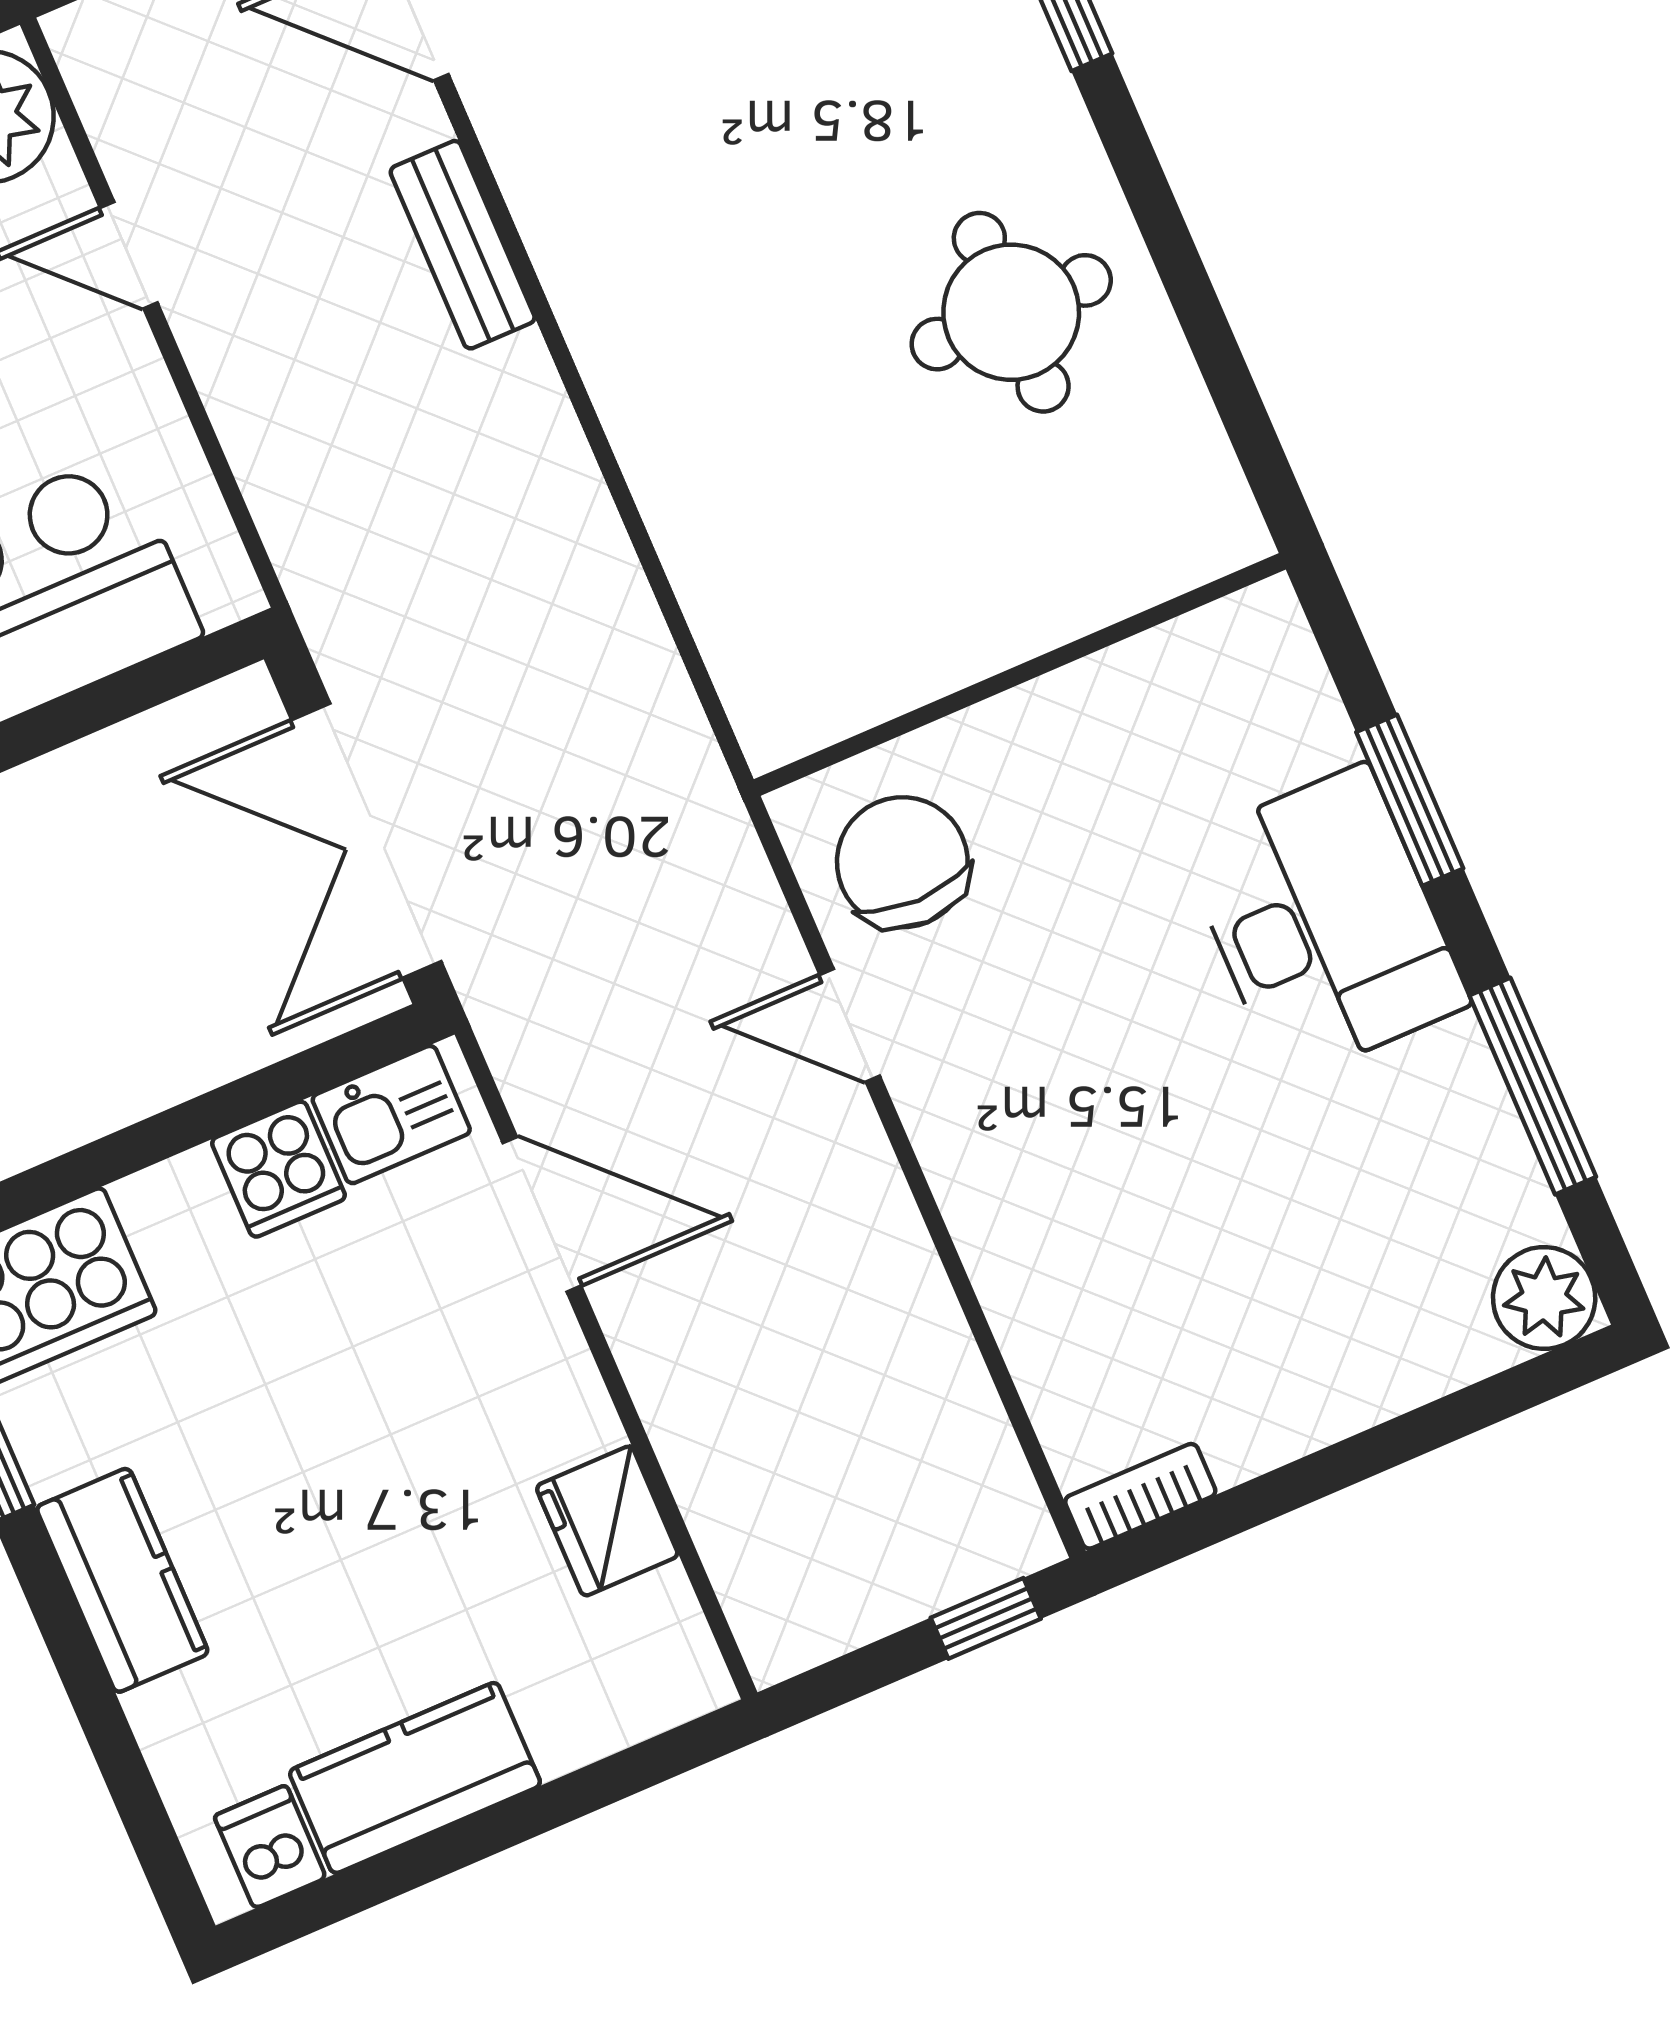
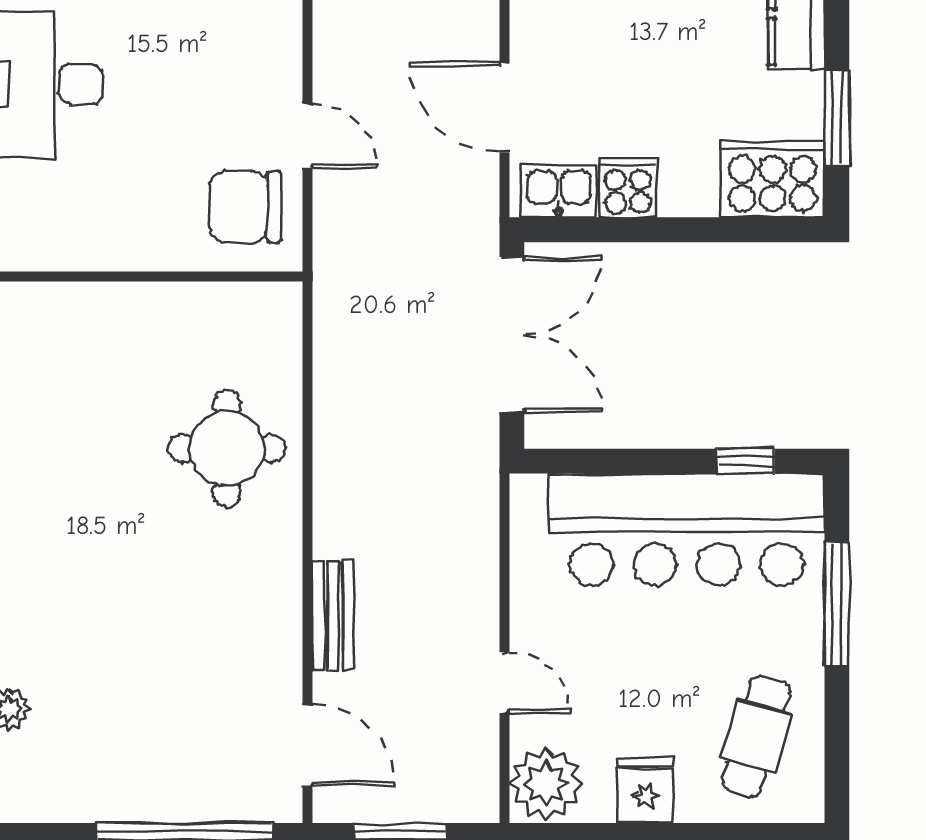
round table: (1011, 312) -> (227, 448), moved
chair: (902, 862) -> (245, 207), turned 90

